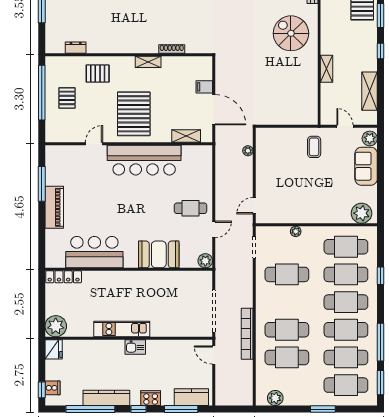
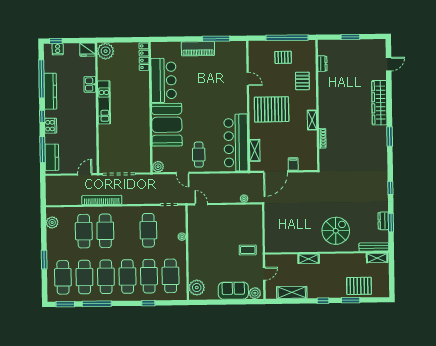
bar counter: (144, 160) -> (236, 143), moved
booth: (159, 254) -> (167, 125), width x1.36, depth x1.42
kitchen sink: (135, 347) -> (90, 84), moved

